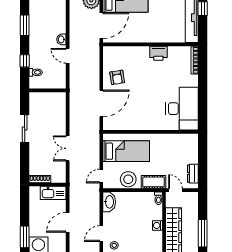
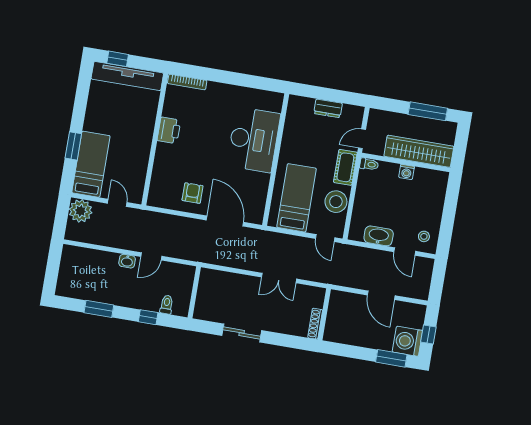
door: (101, 26) -> (117, 203), width x0.53
armchair: (117, 77) -> (193, 193), turned -81
desk: (182, 109) -> (254, 140), moved, turned 90
dresser: (193, 174) -> (328, 108), moved
kitchen sink: (53, 193) -> (337, 308), removed
washbasin: (109, 202) -> (379, 236), moved

